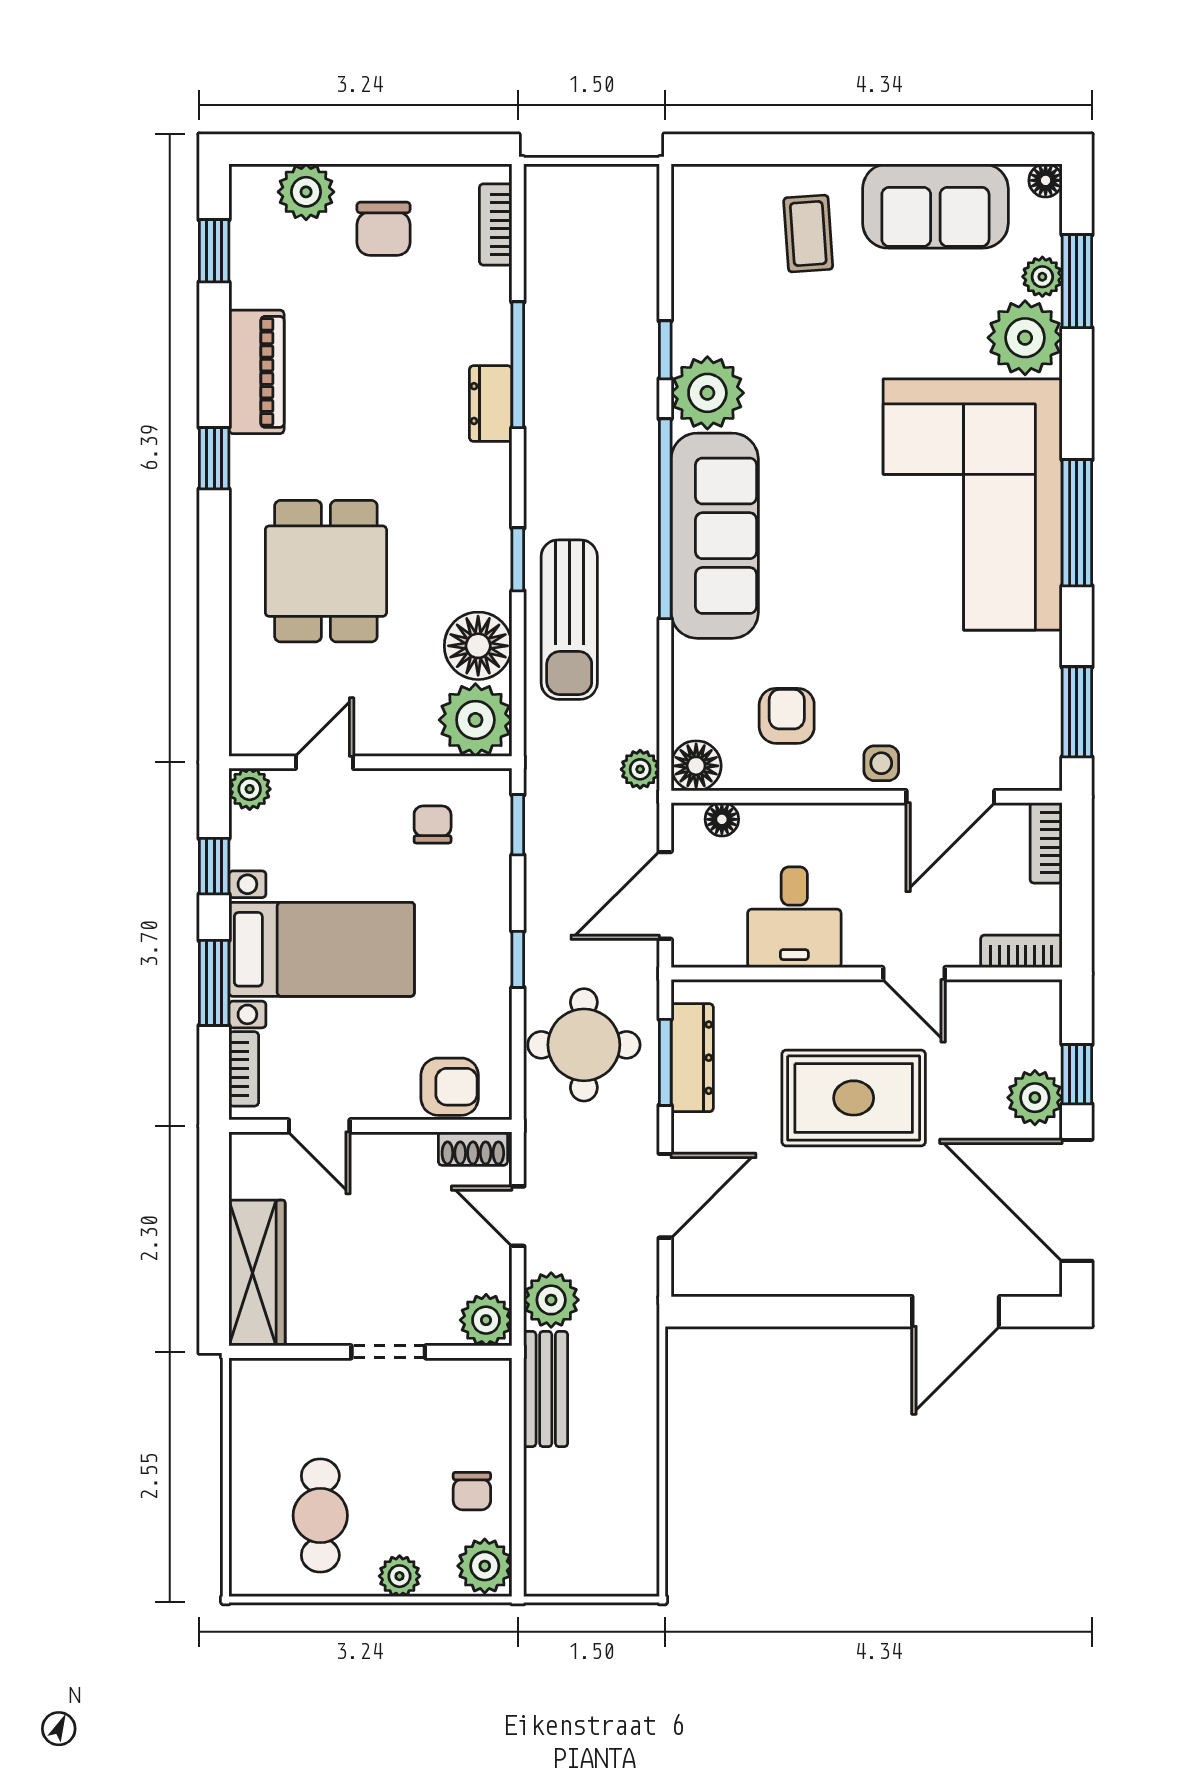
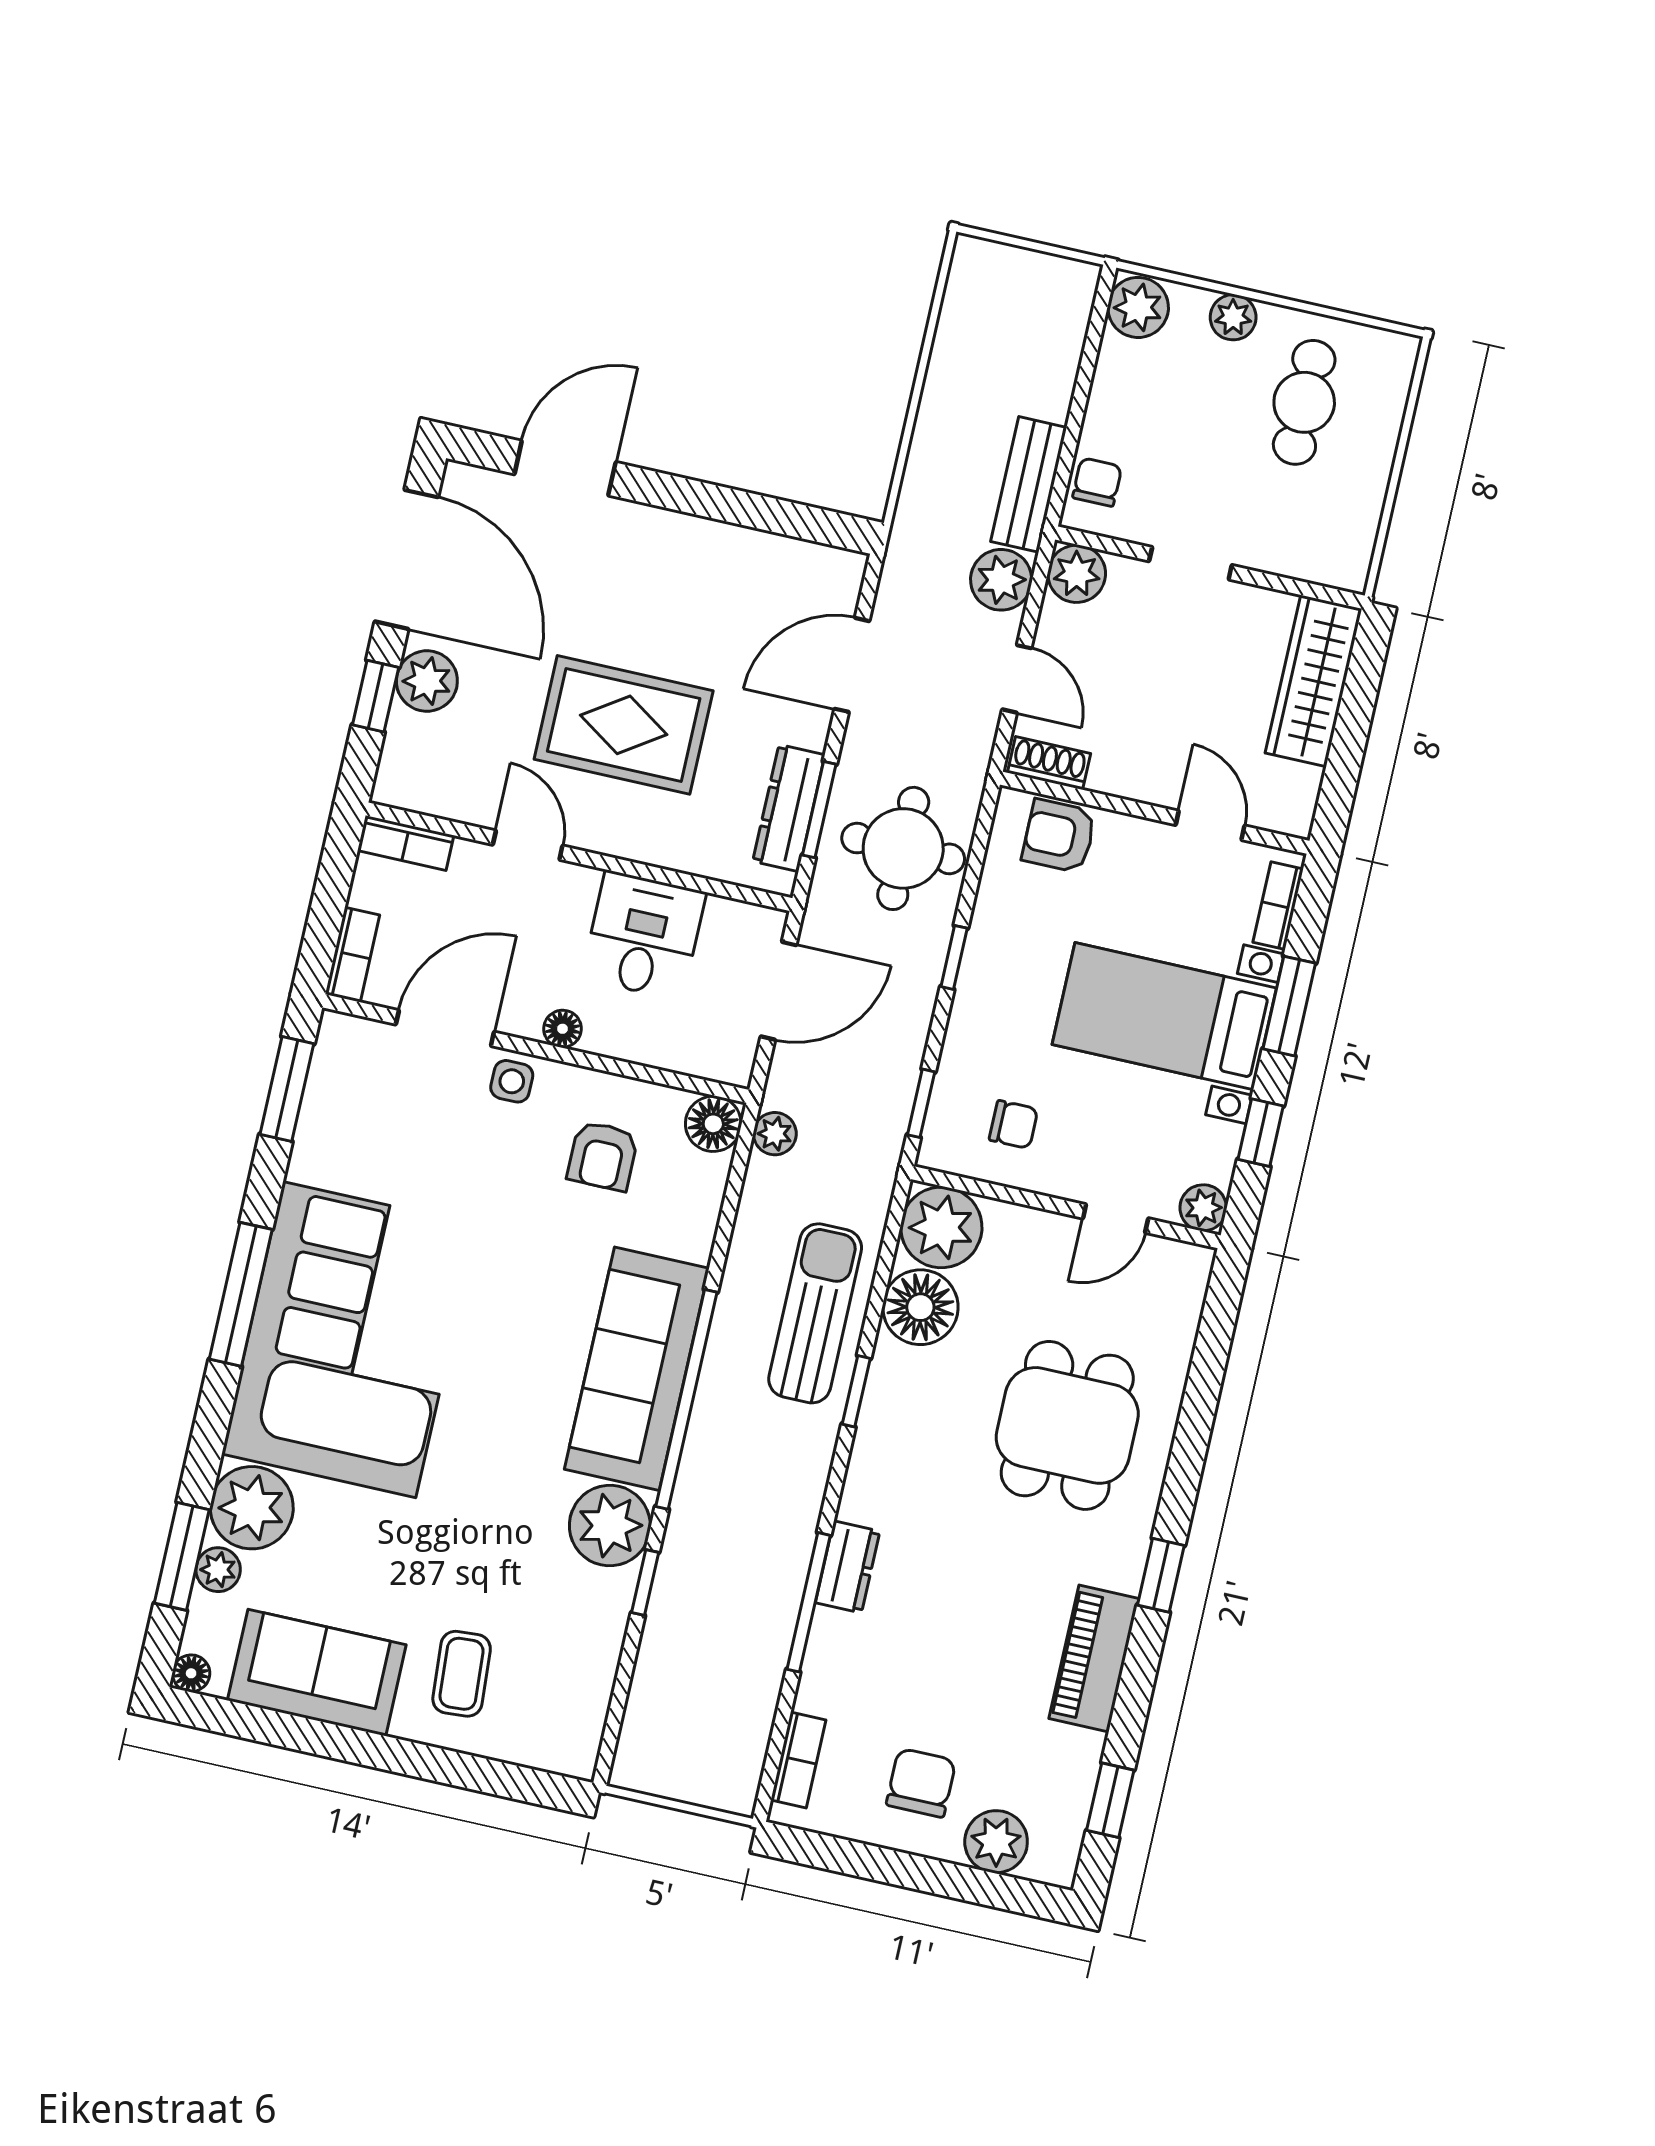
floor lamp: (722, 819) -> (562, 1029), moved
chair: (433, 824) -> (1013, 1125), turned -90
chair: (472, 1491) -> (1097, 482), moved

